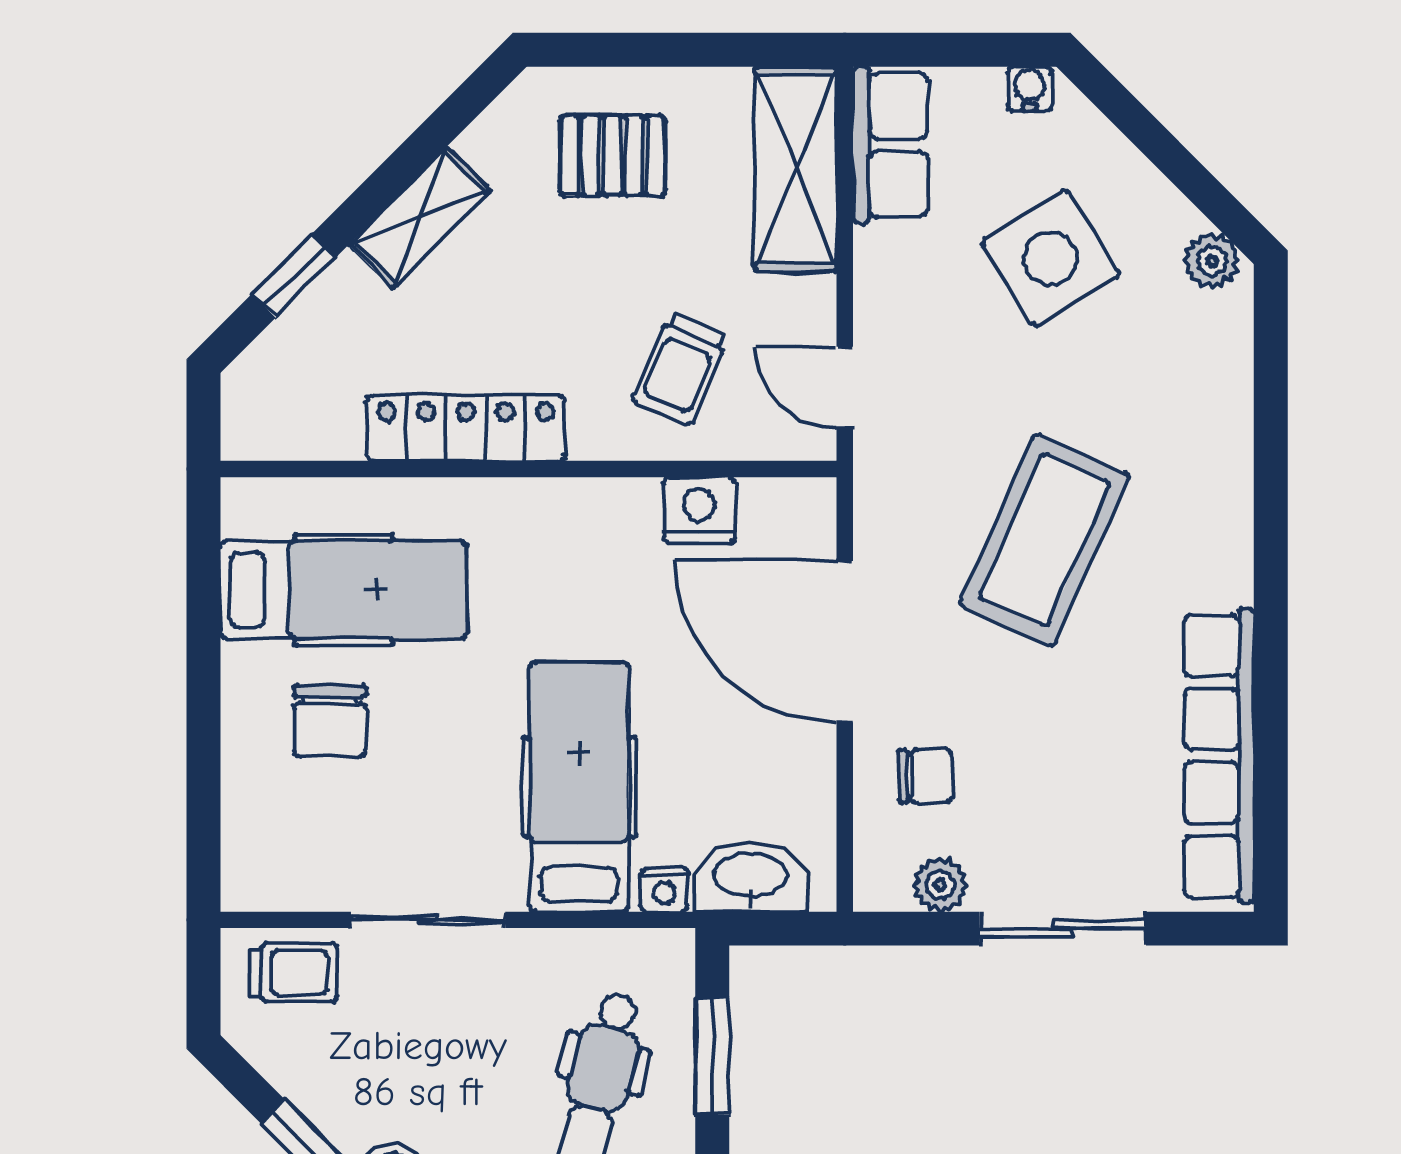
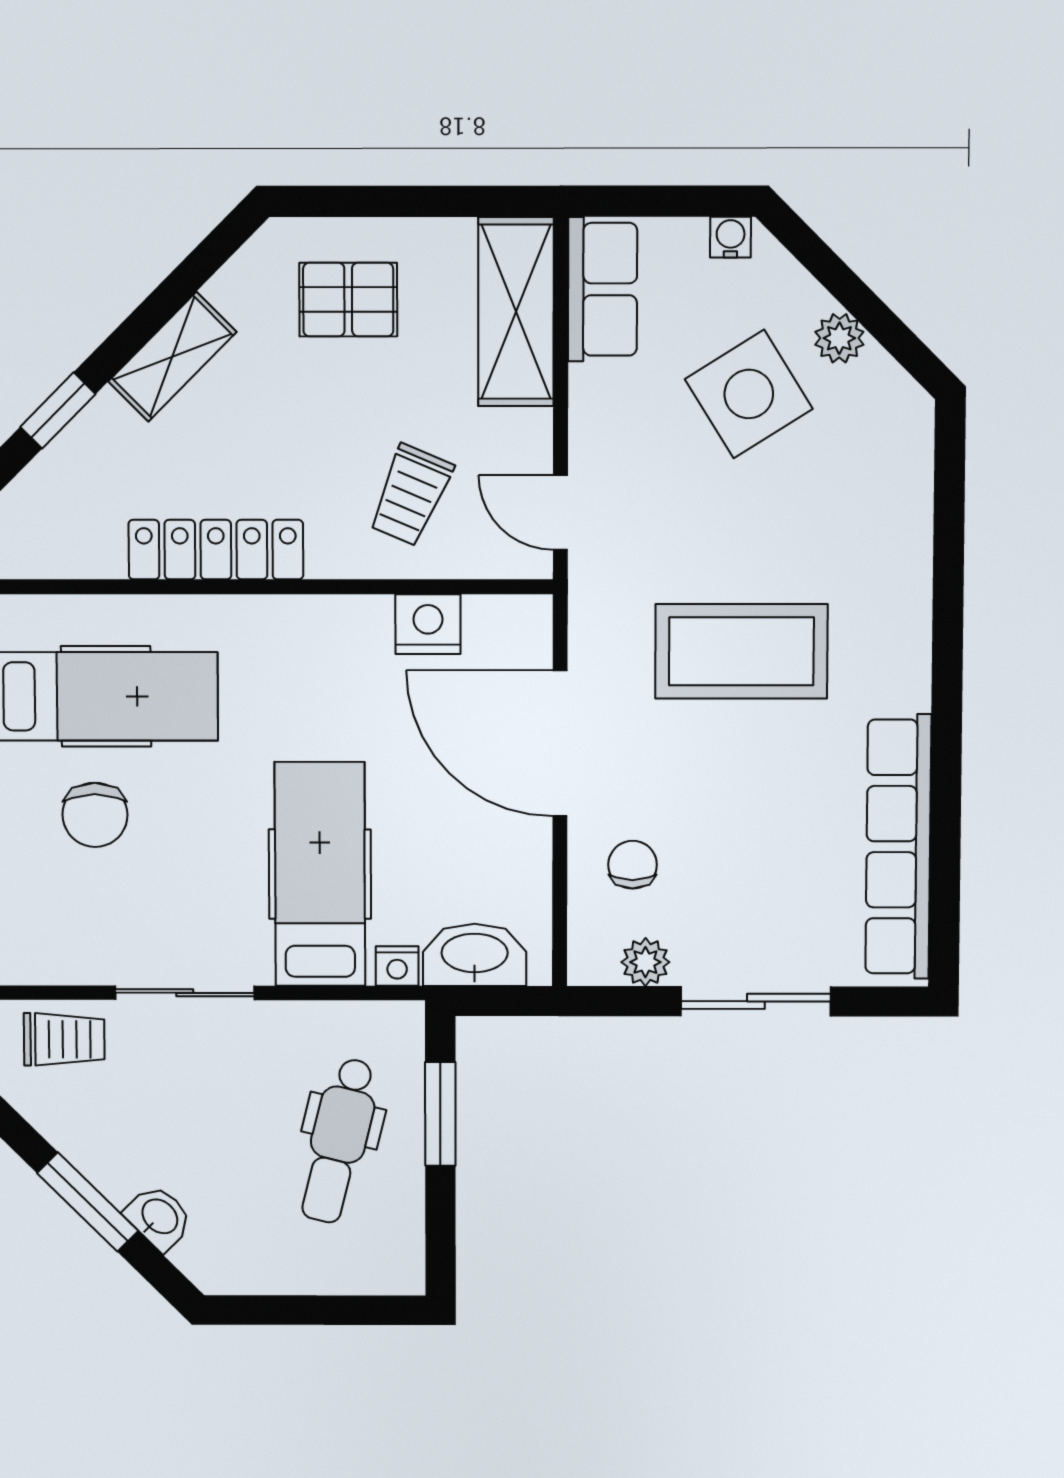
plant: (1212, 261) -> (839, 338), moved
coffee table: (1044, 540) -> (741, 651), turned 66
chair: (925, 776) -> (633, 865), turned -90

